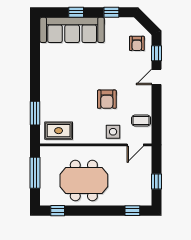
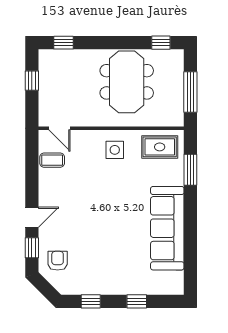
sofa: (72, 30) -> (167, 228), moved, turned -90
armchair: (107, 99) -> (97, 188), removed
side table: (113, 132) -> (115, 150), moved
door: (135, 145) -> (60, 128), swing flipped
meeting table: (84, 181) -> (127, 82), turned 90

